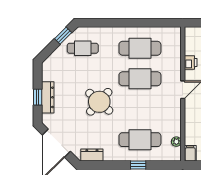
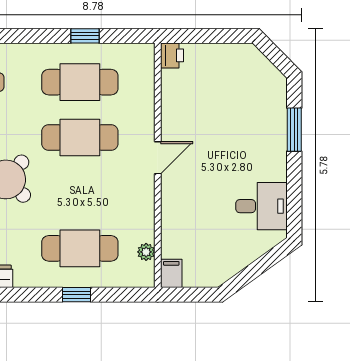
window: (143, 23) -> (85, 36), added
printer: (191, 63) -> (172, 55), moved

